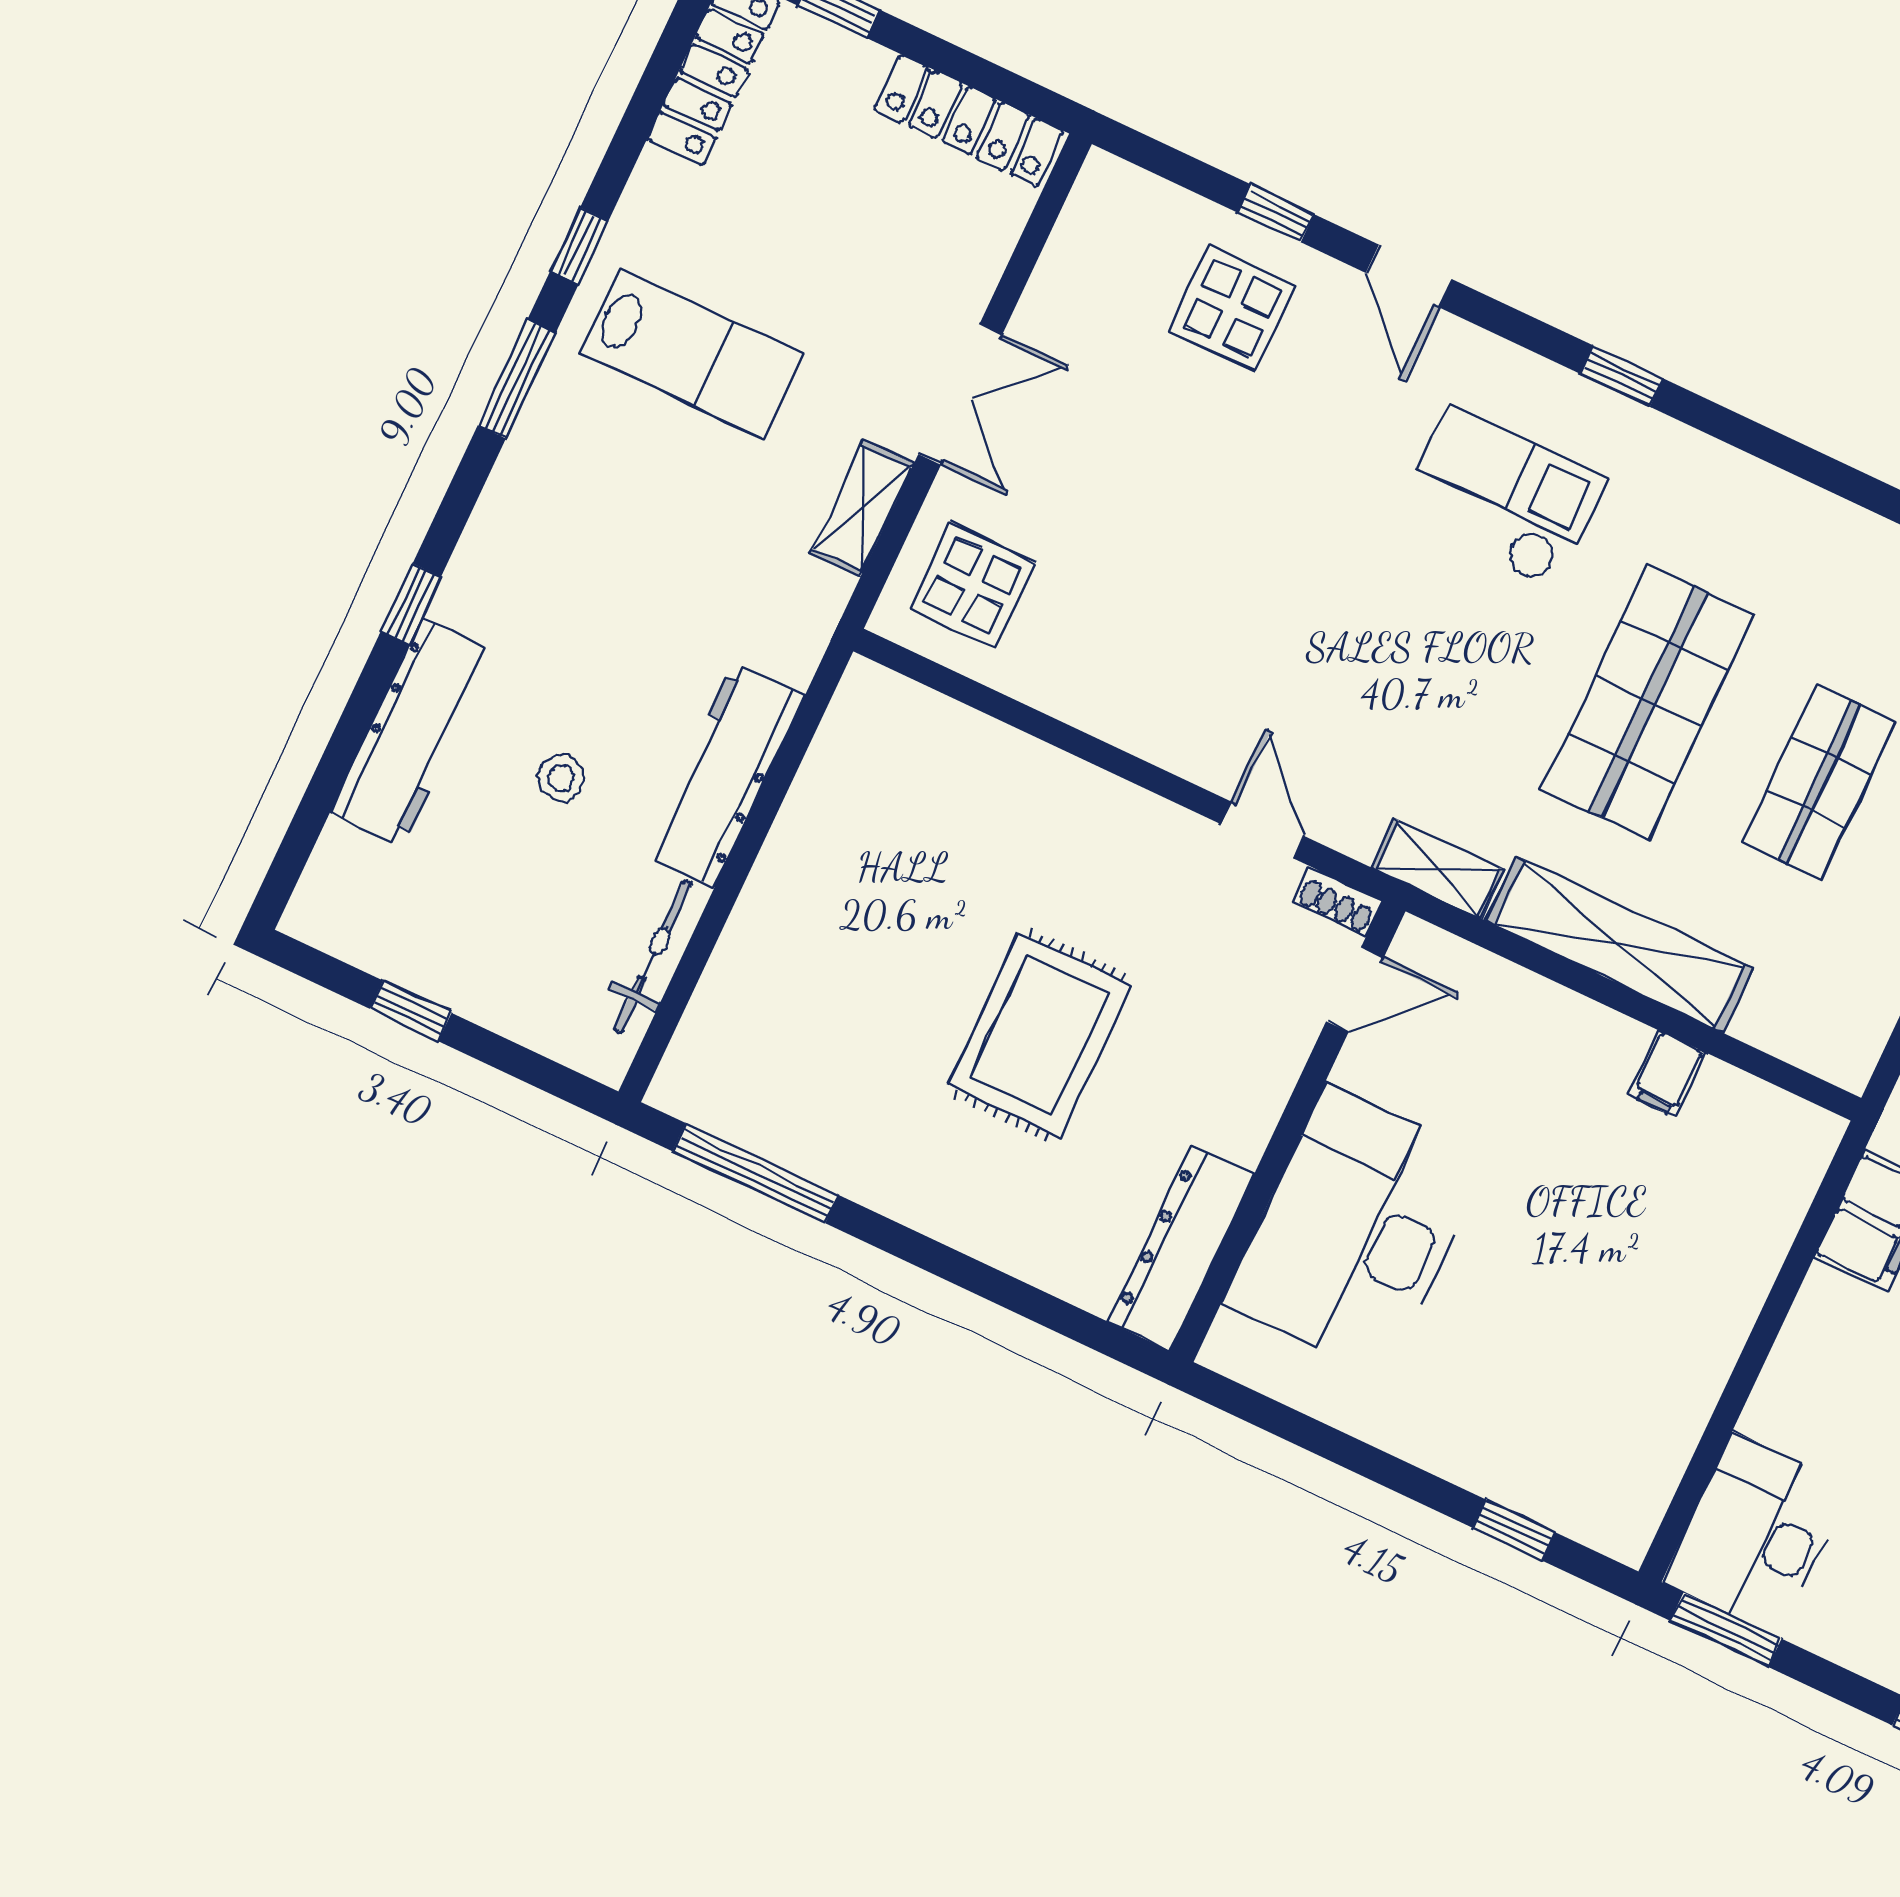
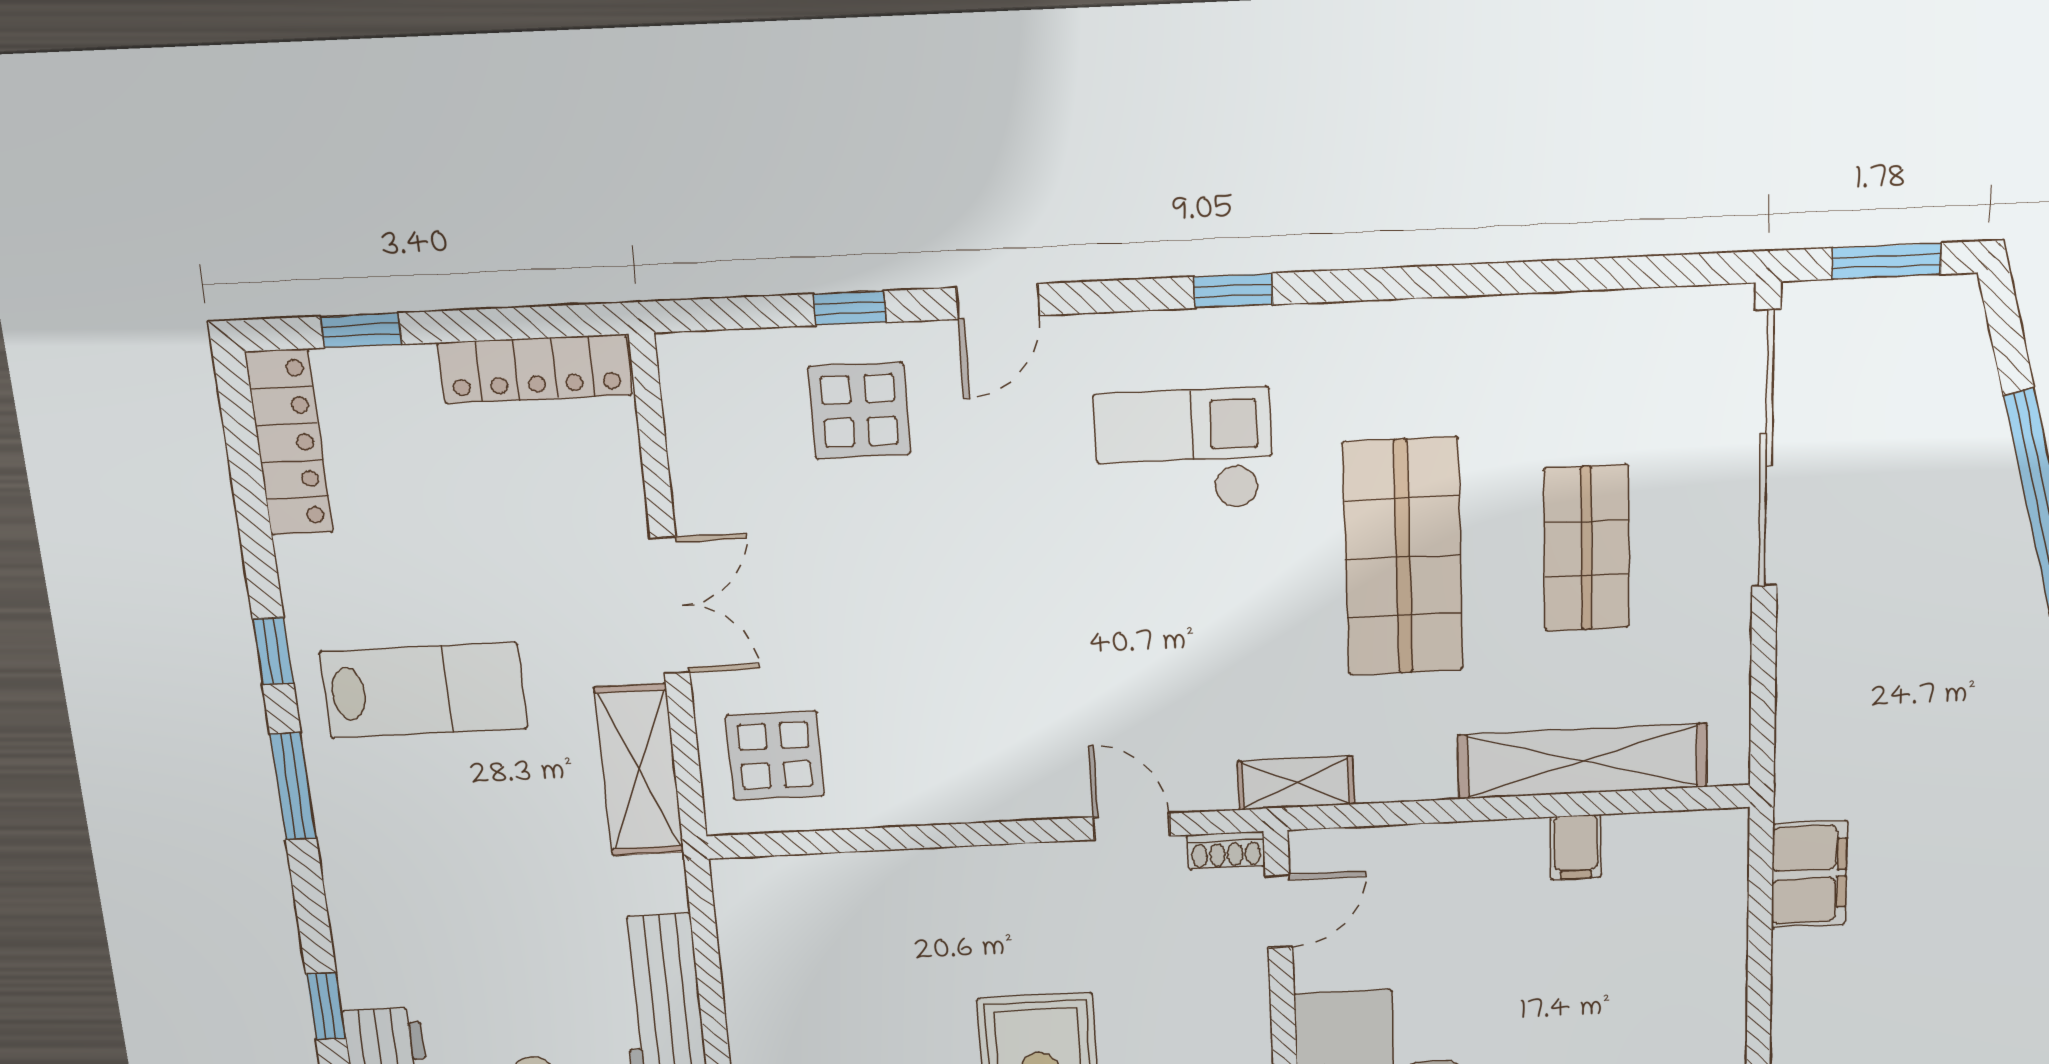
door: (1409, 276) -> (998, 301), hinge flipped
shelving: (862, 508) -> (639, 770), width x1.50, depth x1.33
shelving: (1619, 945) -> (1583, 761), moved

